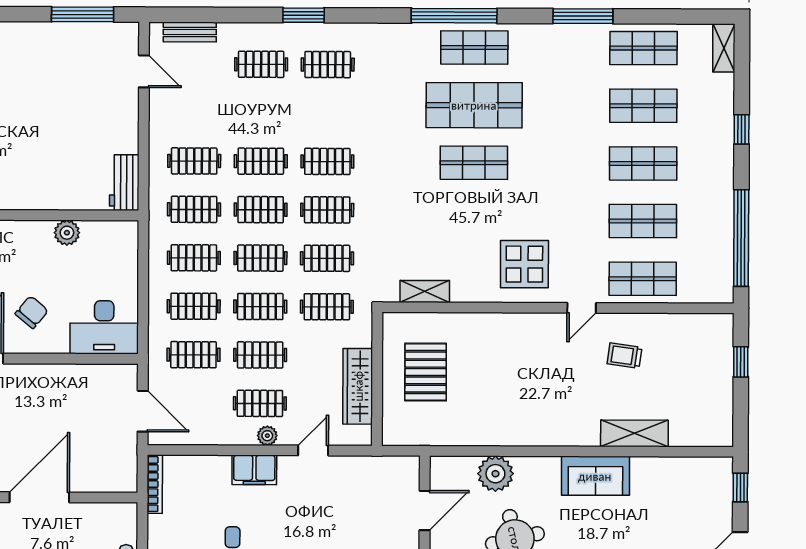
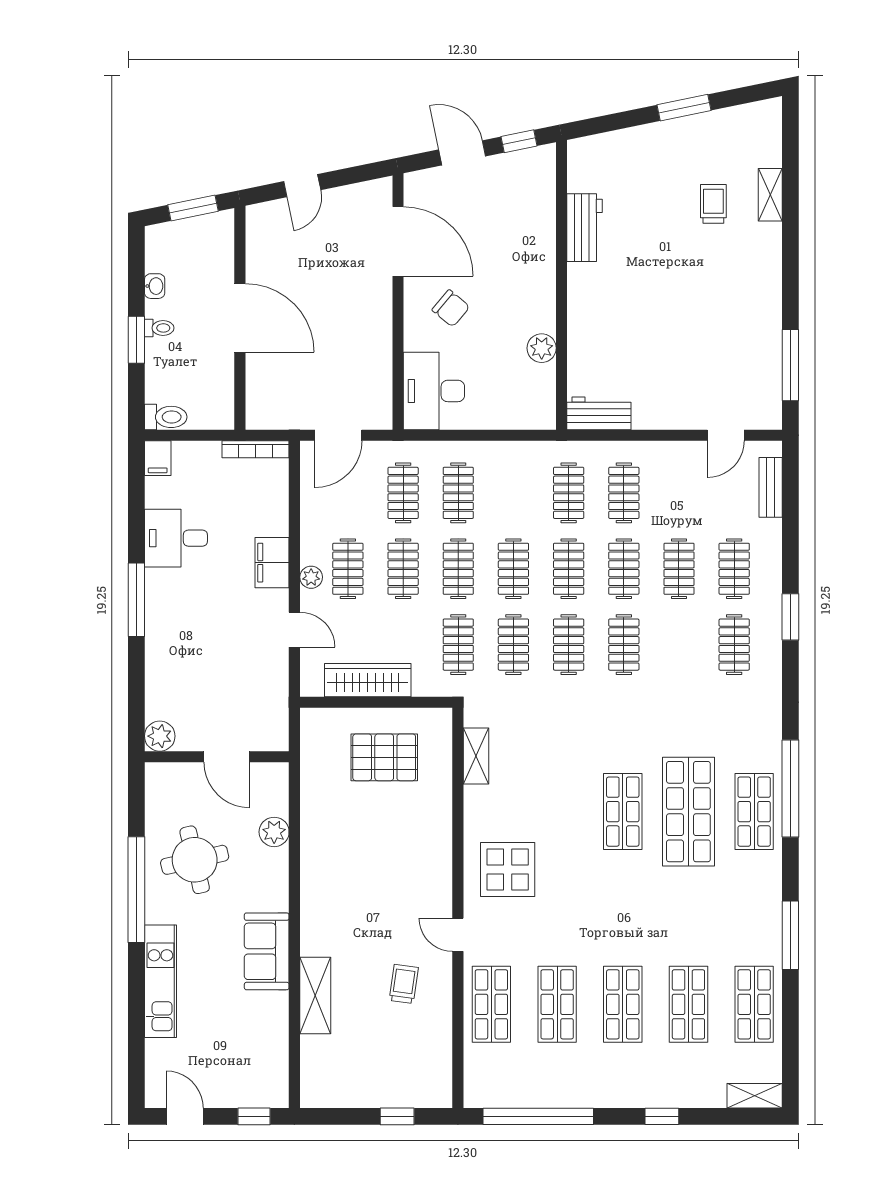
clothes rail: (194, 258) -> (679, 569), moved
plant: (495, 474) -> (274, 832), width x0.73, depth x0.73

